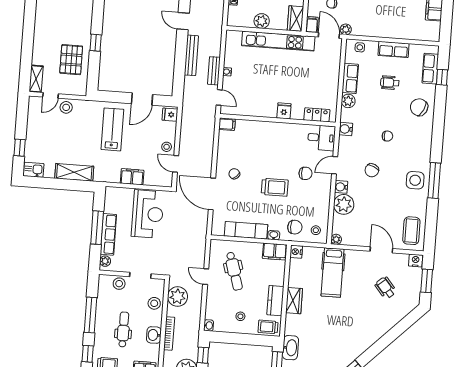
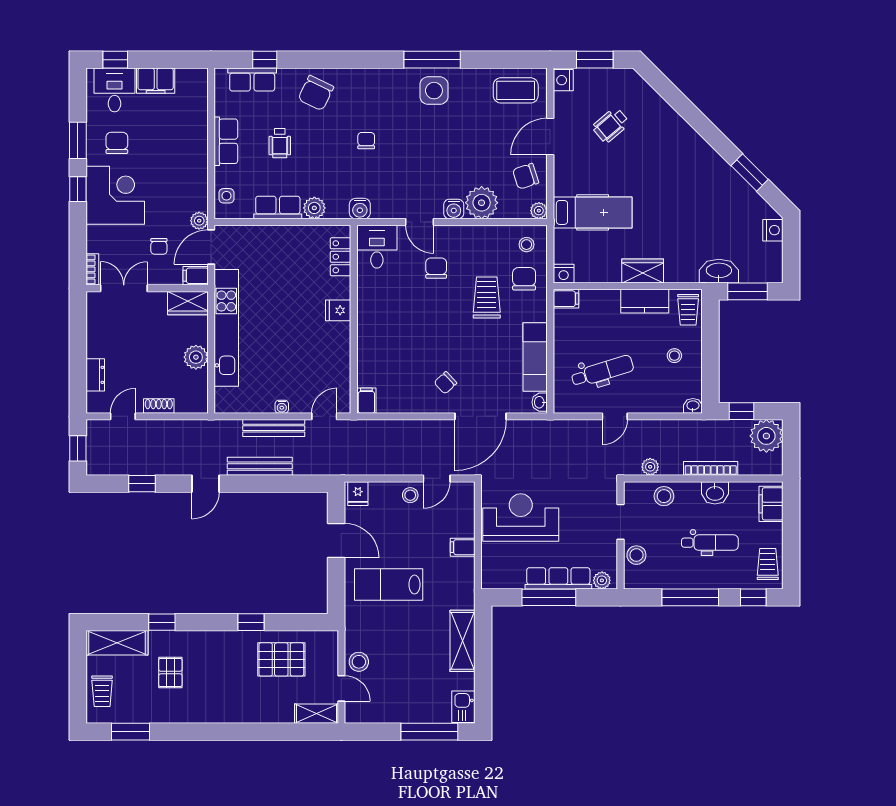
bench: (214, 71) -> (274, 428), width x1.36
window: (20, 148) -> (429, 732), width x2.17
chair: (372, 170) -> (526, 176), moved, turned 139
filing cabinet: (132, 177) -> (463, 547), width x0.50
trolley: (275, 187) -> (487, 297), moved
washbasin: (274, 235) -> (540, 402), moved
filing cabinet: (275, 252) -> (566, 299), width x0.50
plant: (178, 297) -> (650, 467), width x0.53, depth x0.53
dental chair: (123, 330) -> (710, 543), turned 180

